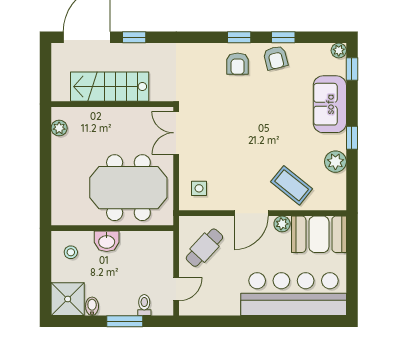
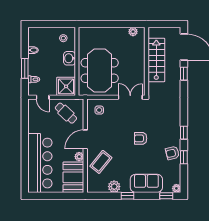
armchair: (238, 64) -> (141, 138), moved
door: (251, 213) -> (85, 139), hinge flipped
shower: (68, 299) -> (66, 86), moved

